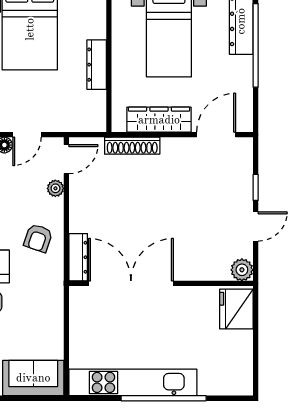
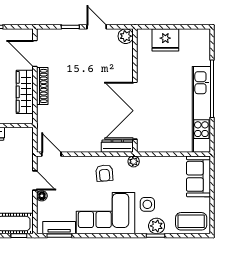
shoe rack: (132, 146) -> (42, 86), moved
plant: (55, 188) -> (134, 161), moved
armchair: (38, 238) -> (104, 173), turned 66
fridge: (236, 309) -> (165, 40), moved

